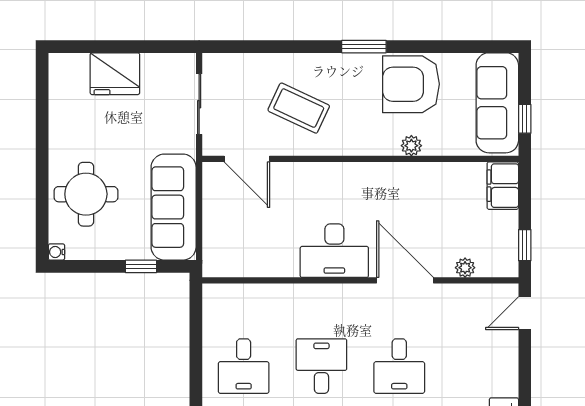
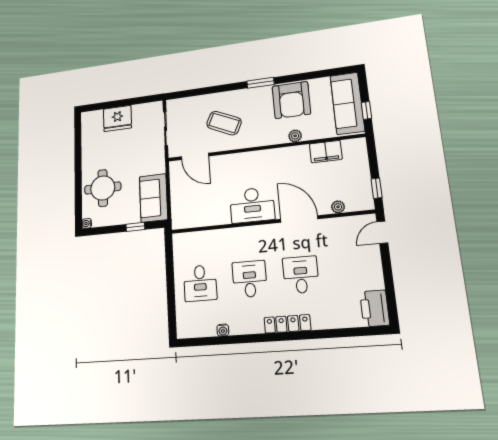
armchair: (411, 84) -> (291, 100), turned -90
filing cabinet: (503, 186) -> (326, 152), moved, turned -90
sofa: (174, 207) -> (154, 198), width x0.73
desk: (399, 366) -> (301, 275), turned 180

